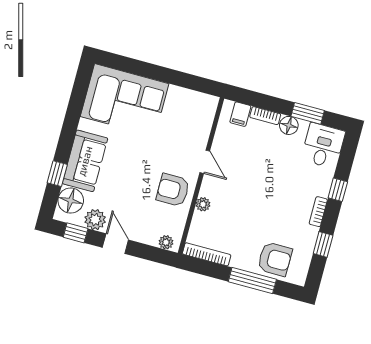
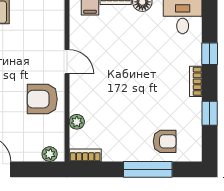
plant: (203, 204) -> (77, 122), moved
bookcase: (207, 254) -> (85, 155), width x0.64
armchair: (275, 259) -> (165, 141), width x0.72, depth x0.72

